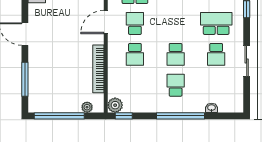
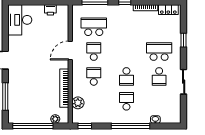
school desk: (135, 54) -> (94, 76), turned 180
plant: (115, 105) -> (78, 103), moved

